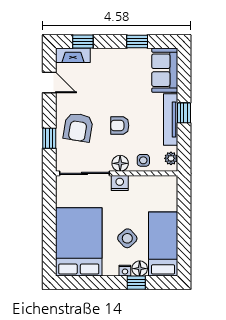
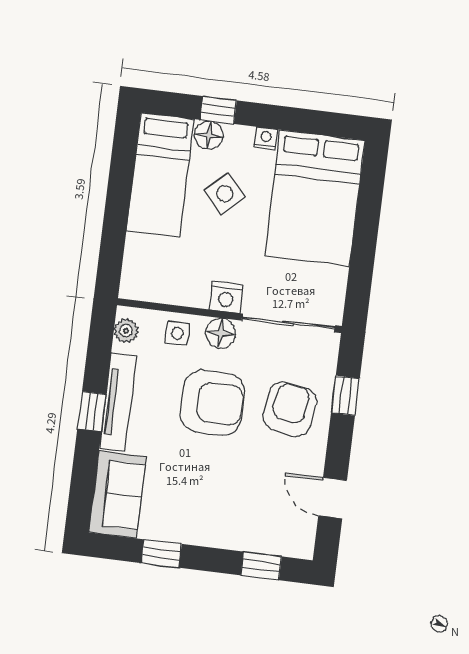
fireplace: (73, 55) -> (283, 543), removed
armchair: (120, 125) -> (212, 403), width x1.88, depth x1.88
nightstand: (125, 271) -> (266, 138), moved

